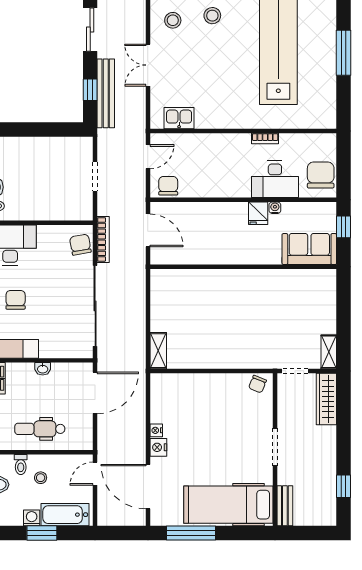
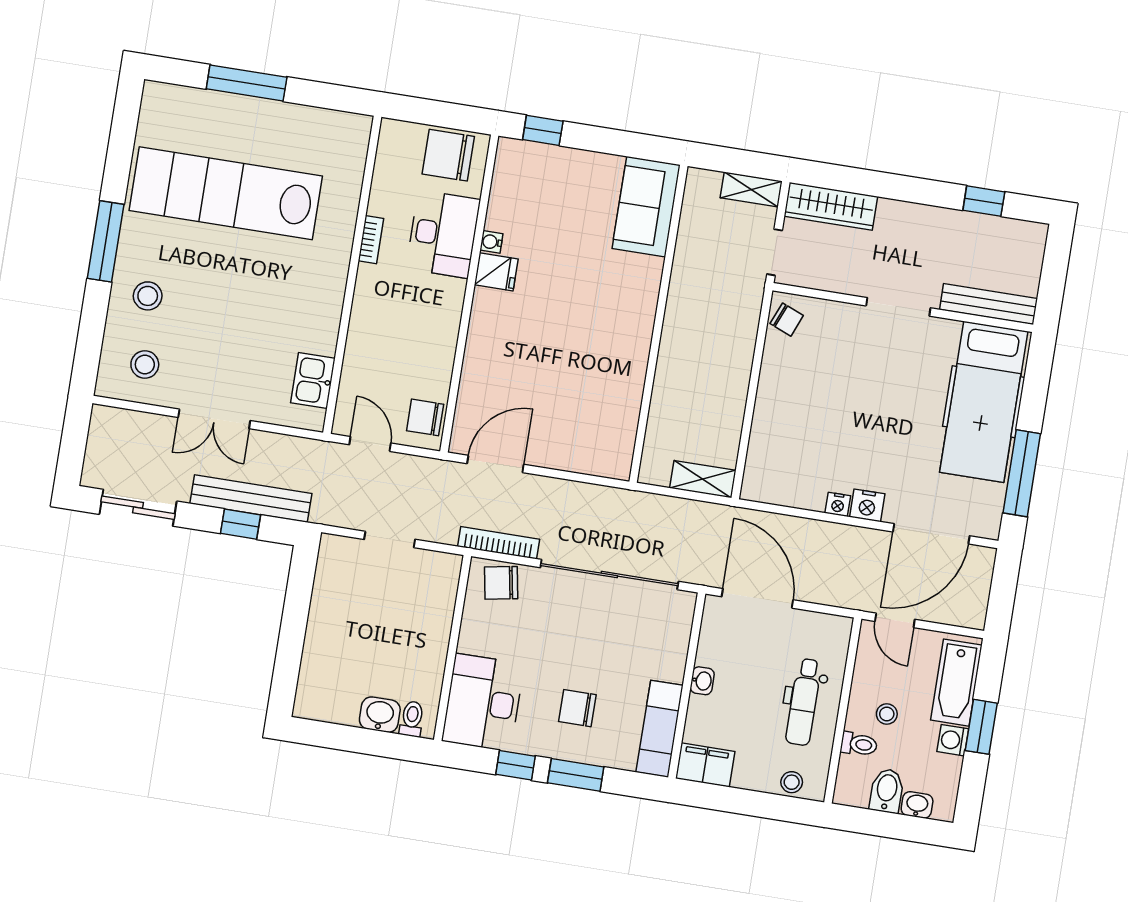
sofa: (309, 249) -> (646, 207), moved
wall: (243, 267) -> (658, 324), moved
bench: (285, 506) -> (989, 304), width x1.36

